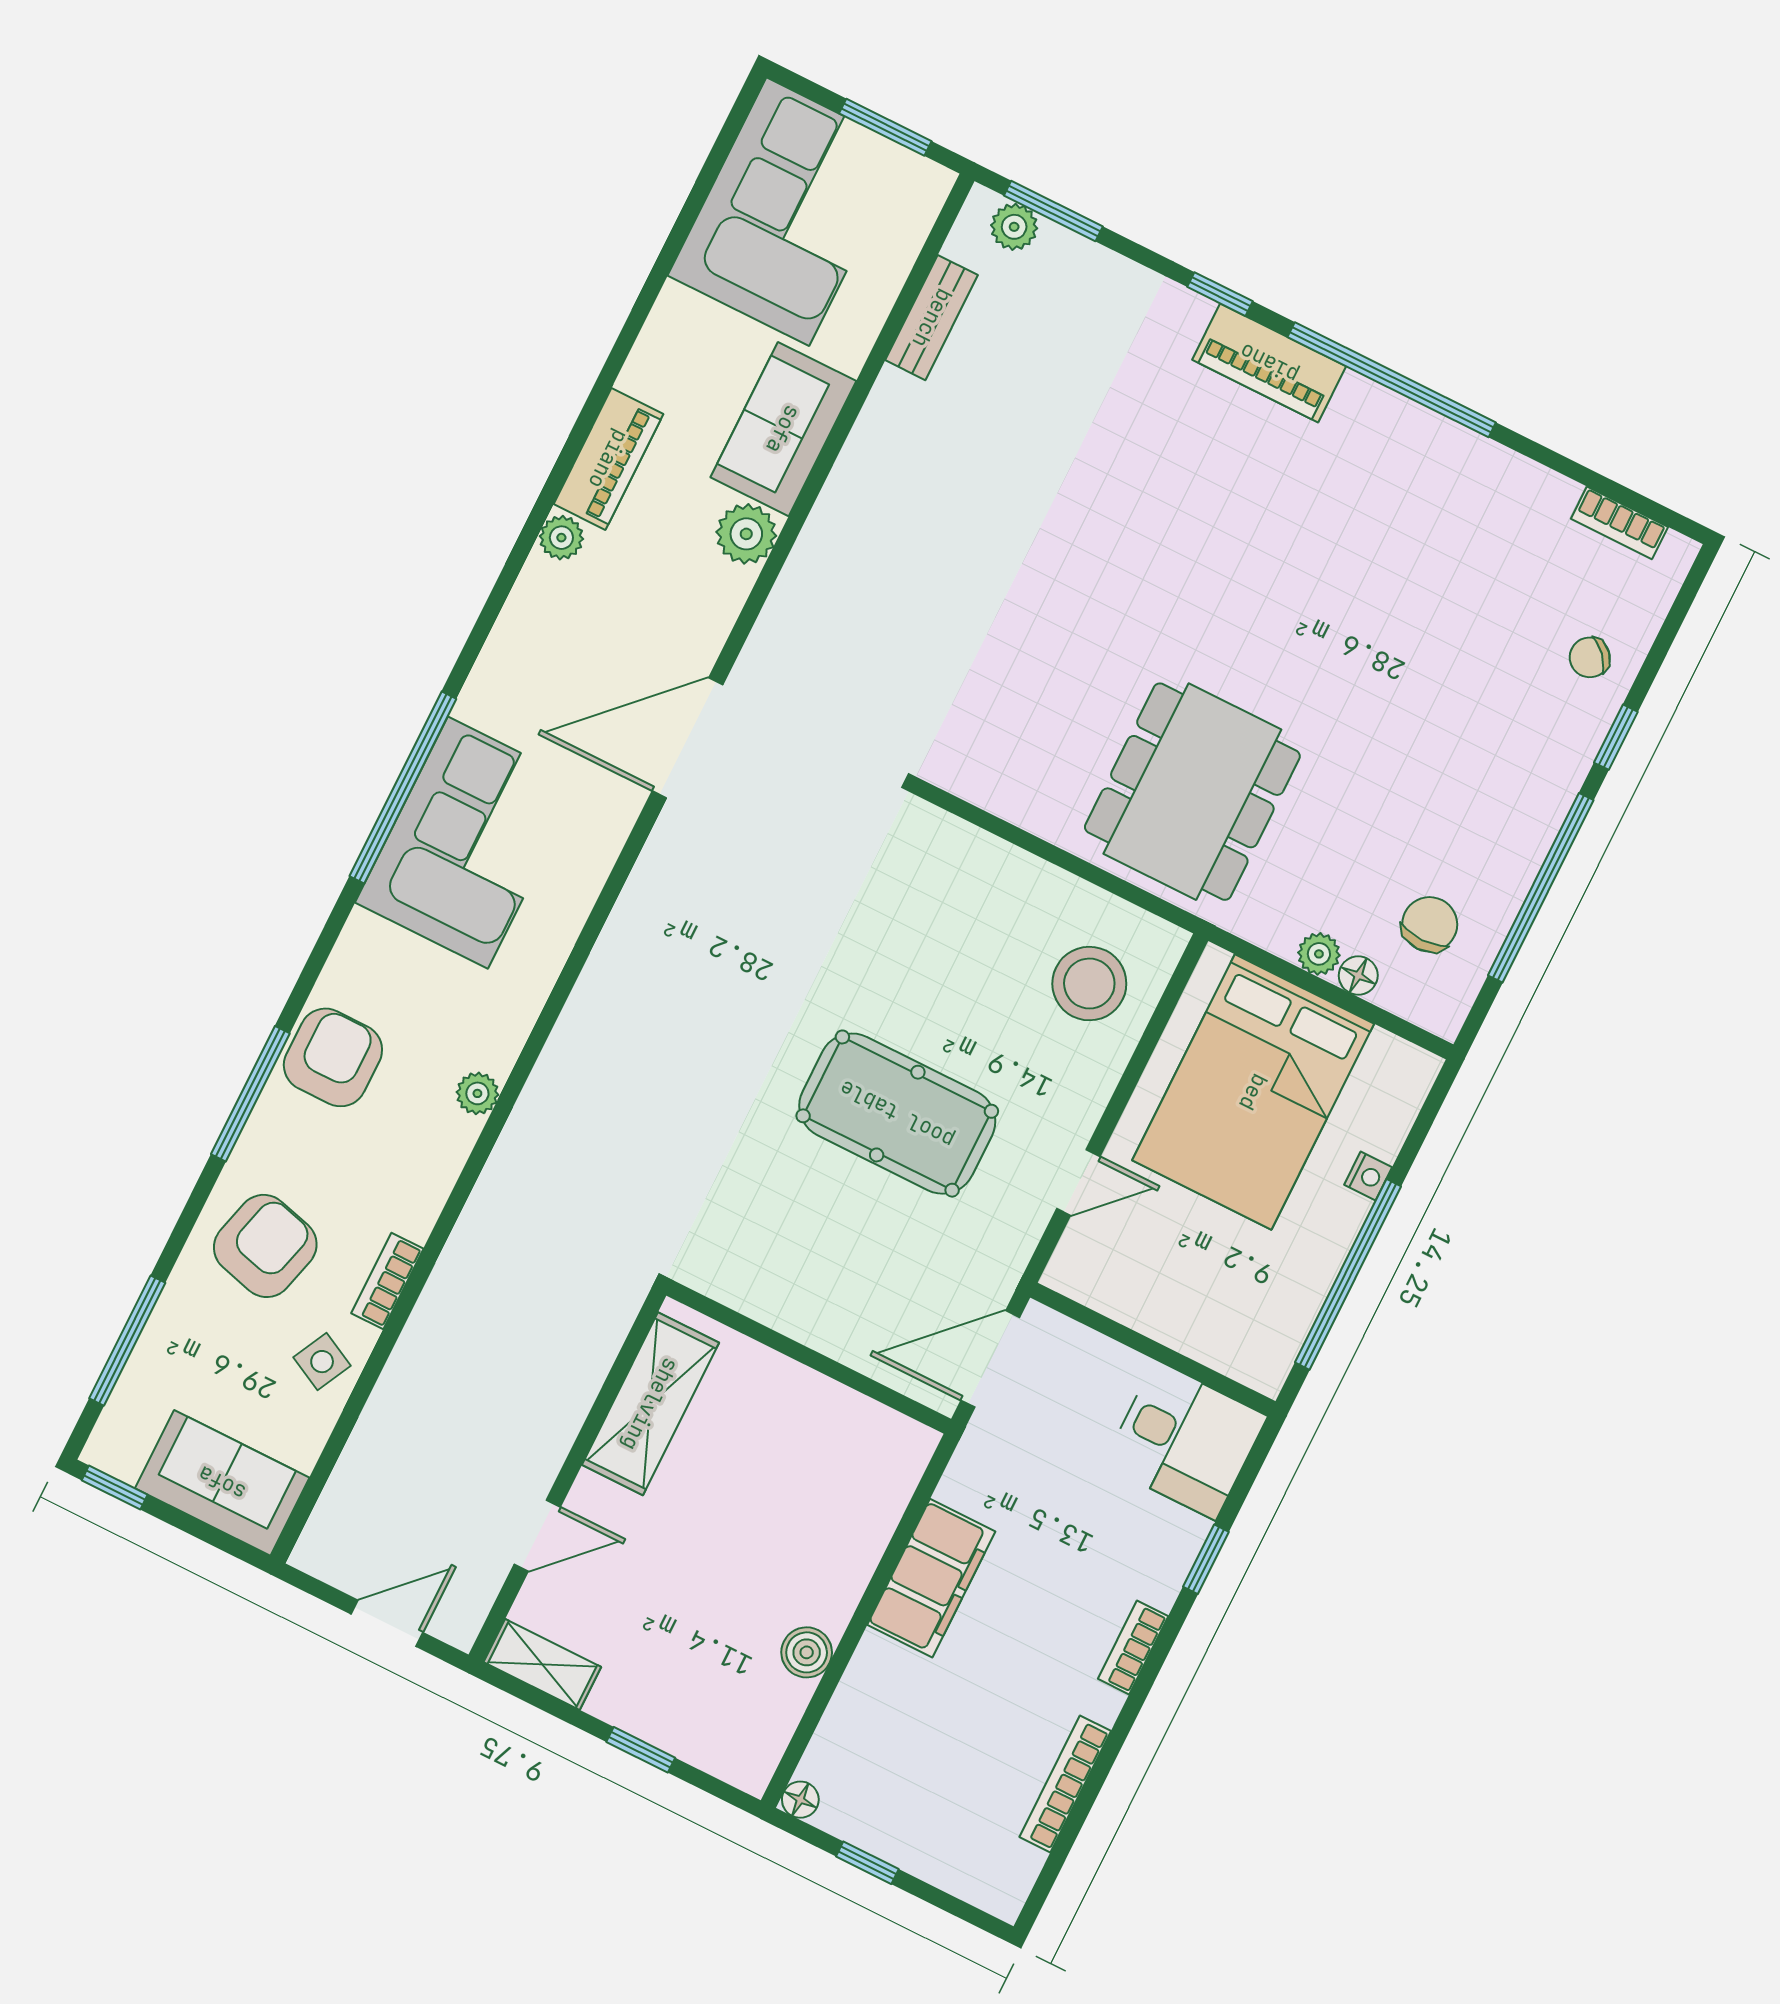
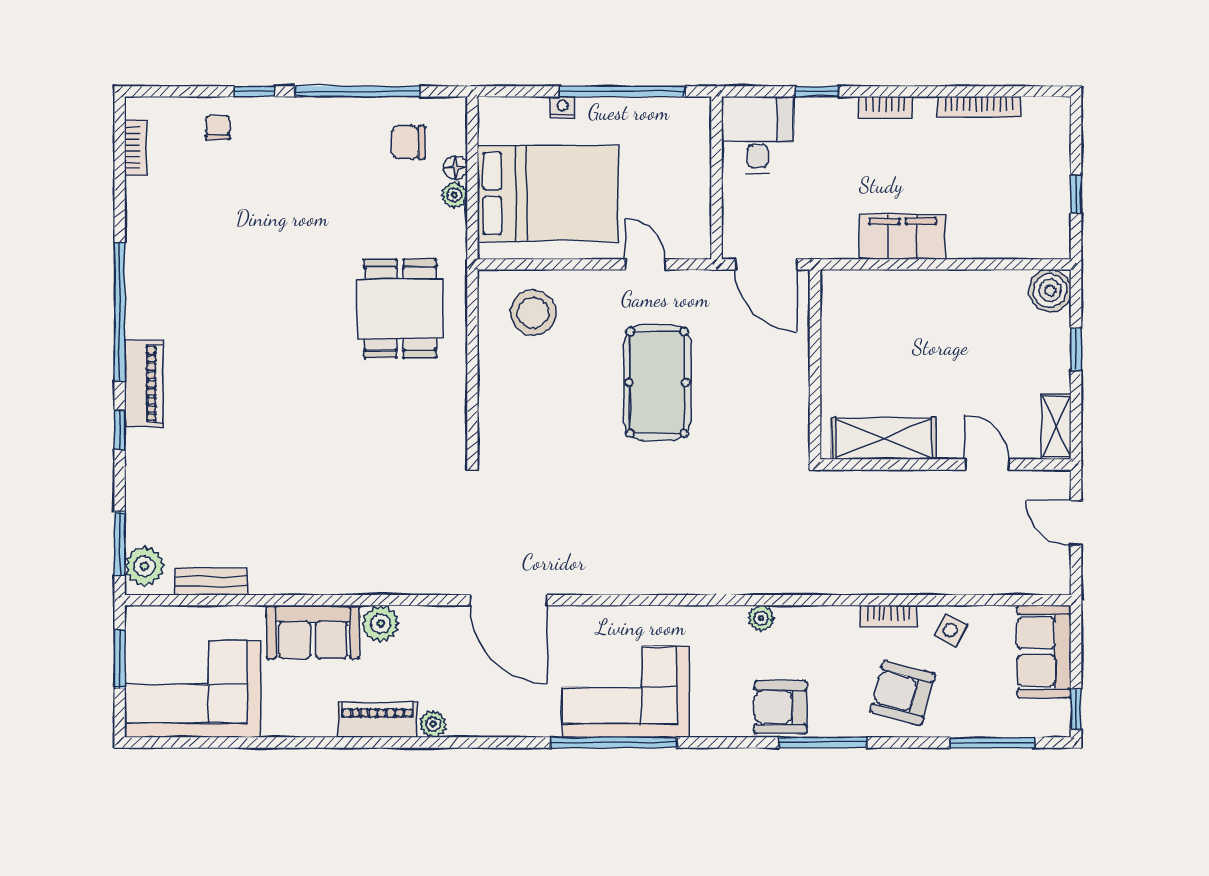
plant: (1014, 227) -> (144, 566), width x1.38, depth x1.38
chair: (1590, 657) -> (218, 128), turned -138
dining table: (1192, 792) -> (400, 309), width x0.73
boiler: (807, 1652) -> (1050, 290), moved, width x1.36, depth x1.36
floor lamp: (800, 1800) -> (1060, 248), removed

